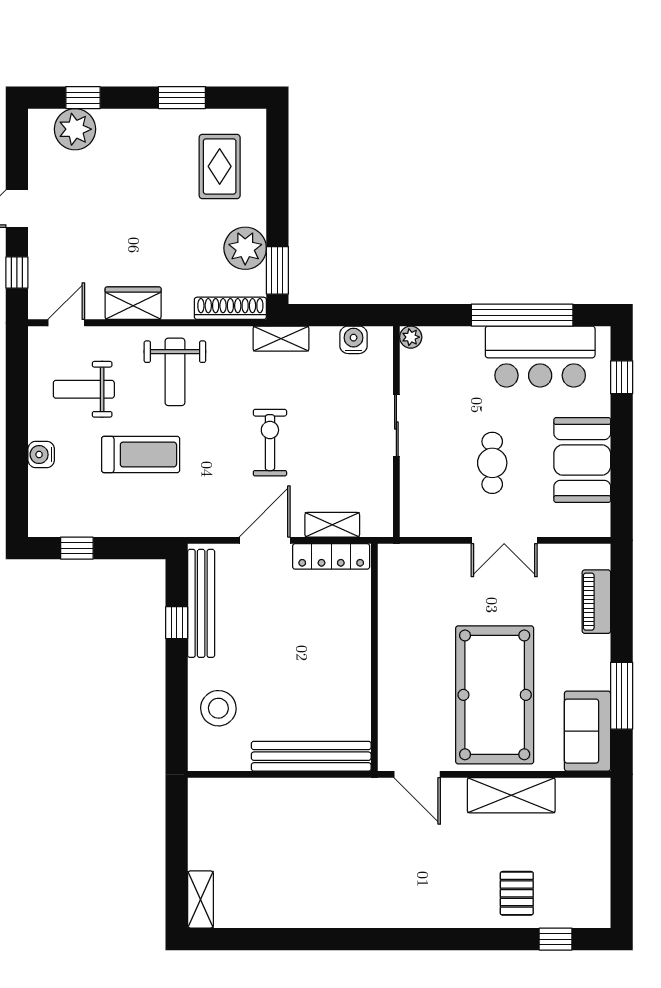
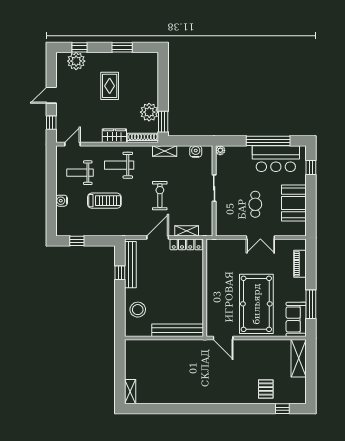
rug: (220, 166) -> (110, 86), moved
wardrobe: (133, 303) -> (114, 136), moved
weight bench: (175, 372) -> (119, 165), turned 90
shelving: (511, 795) -> (299, 358), moved, turned 90

